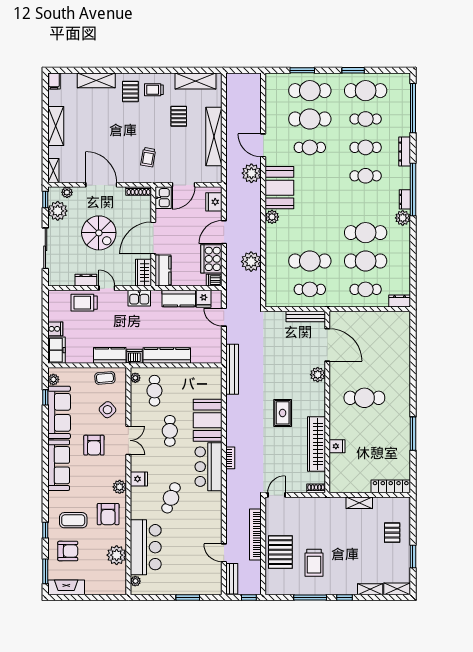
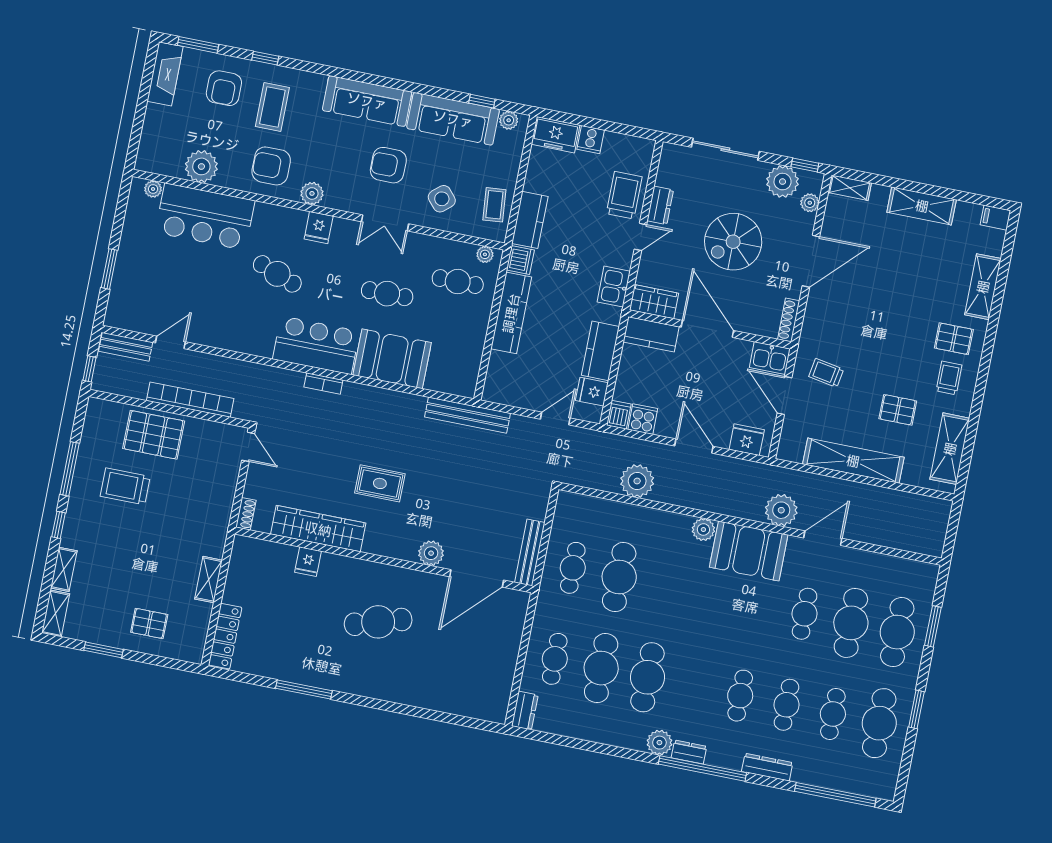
trolley: (148, 157) -> (826, 373), moved
cooker: (211, 259) -> (643, 419), width x0.53, depth x0.76
cafe table: (364, 398) -> (378, 622), turned 73

